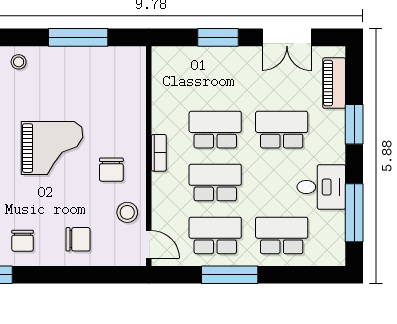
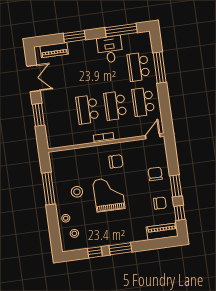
school desk: (282, 130) -> (82, 74), removed
stool: (127, 212) -> (77, 192), moved
window: (51, 275) -> (176, 186), added
window: (230, 275) -> (160, 68), moved

